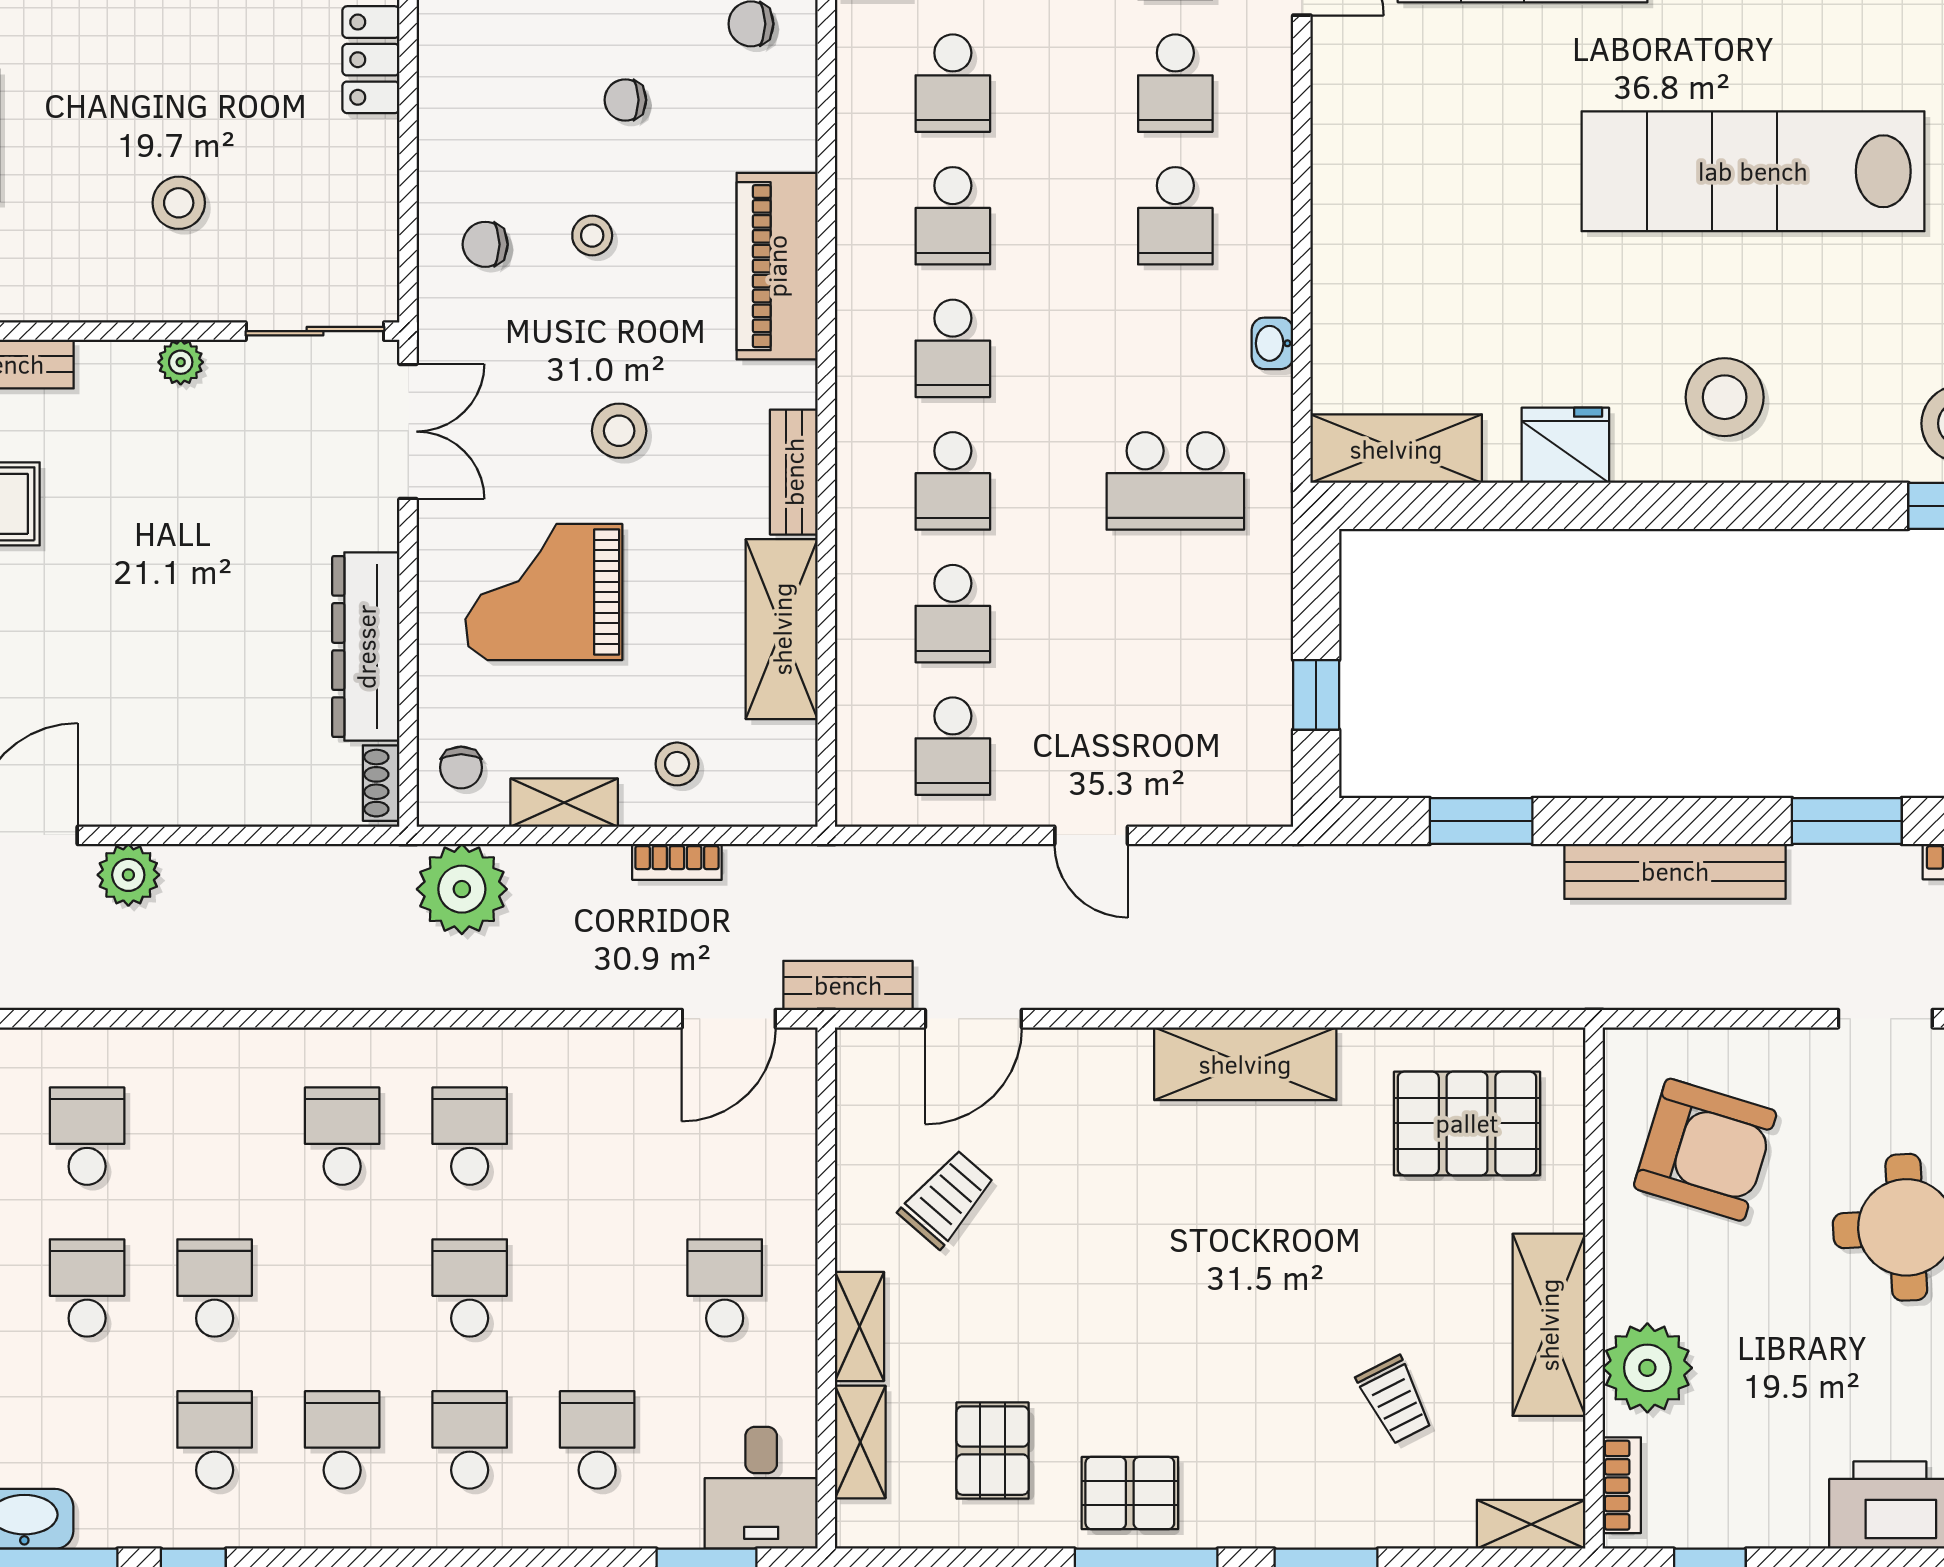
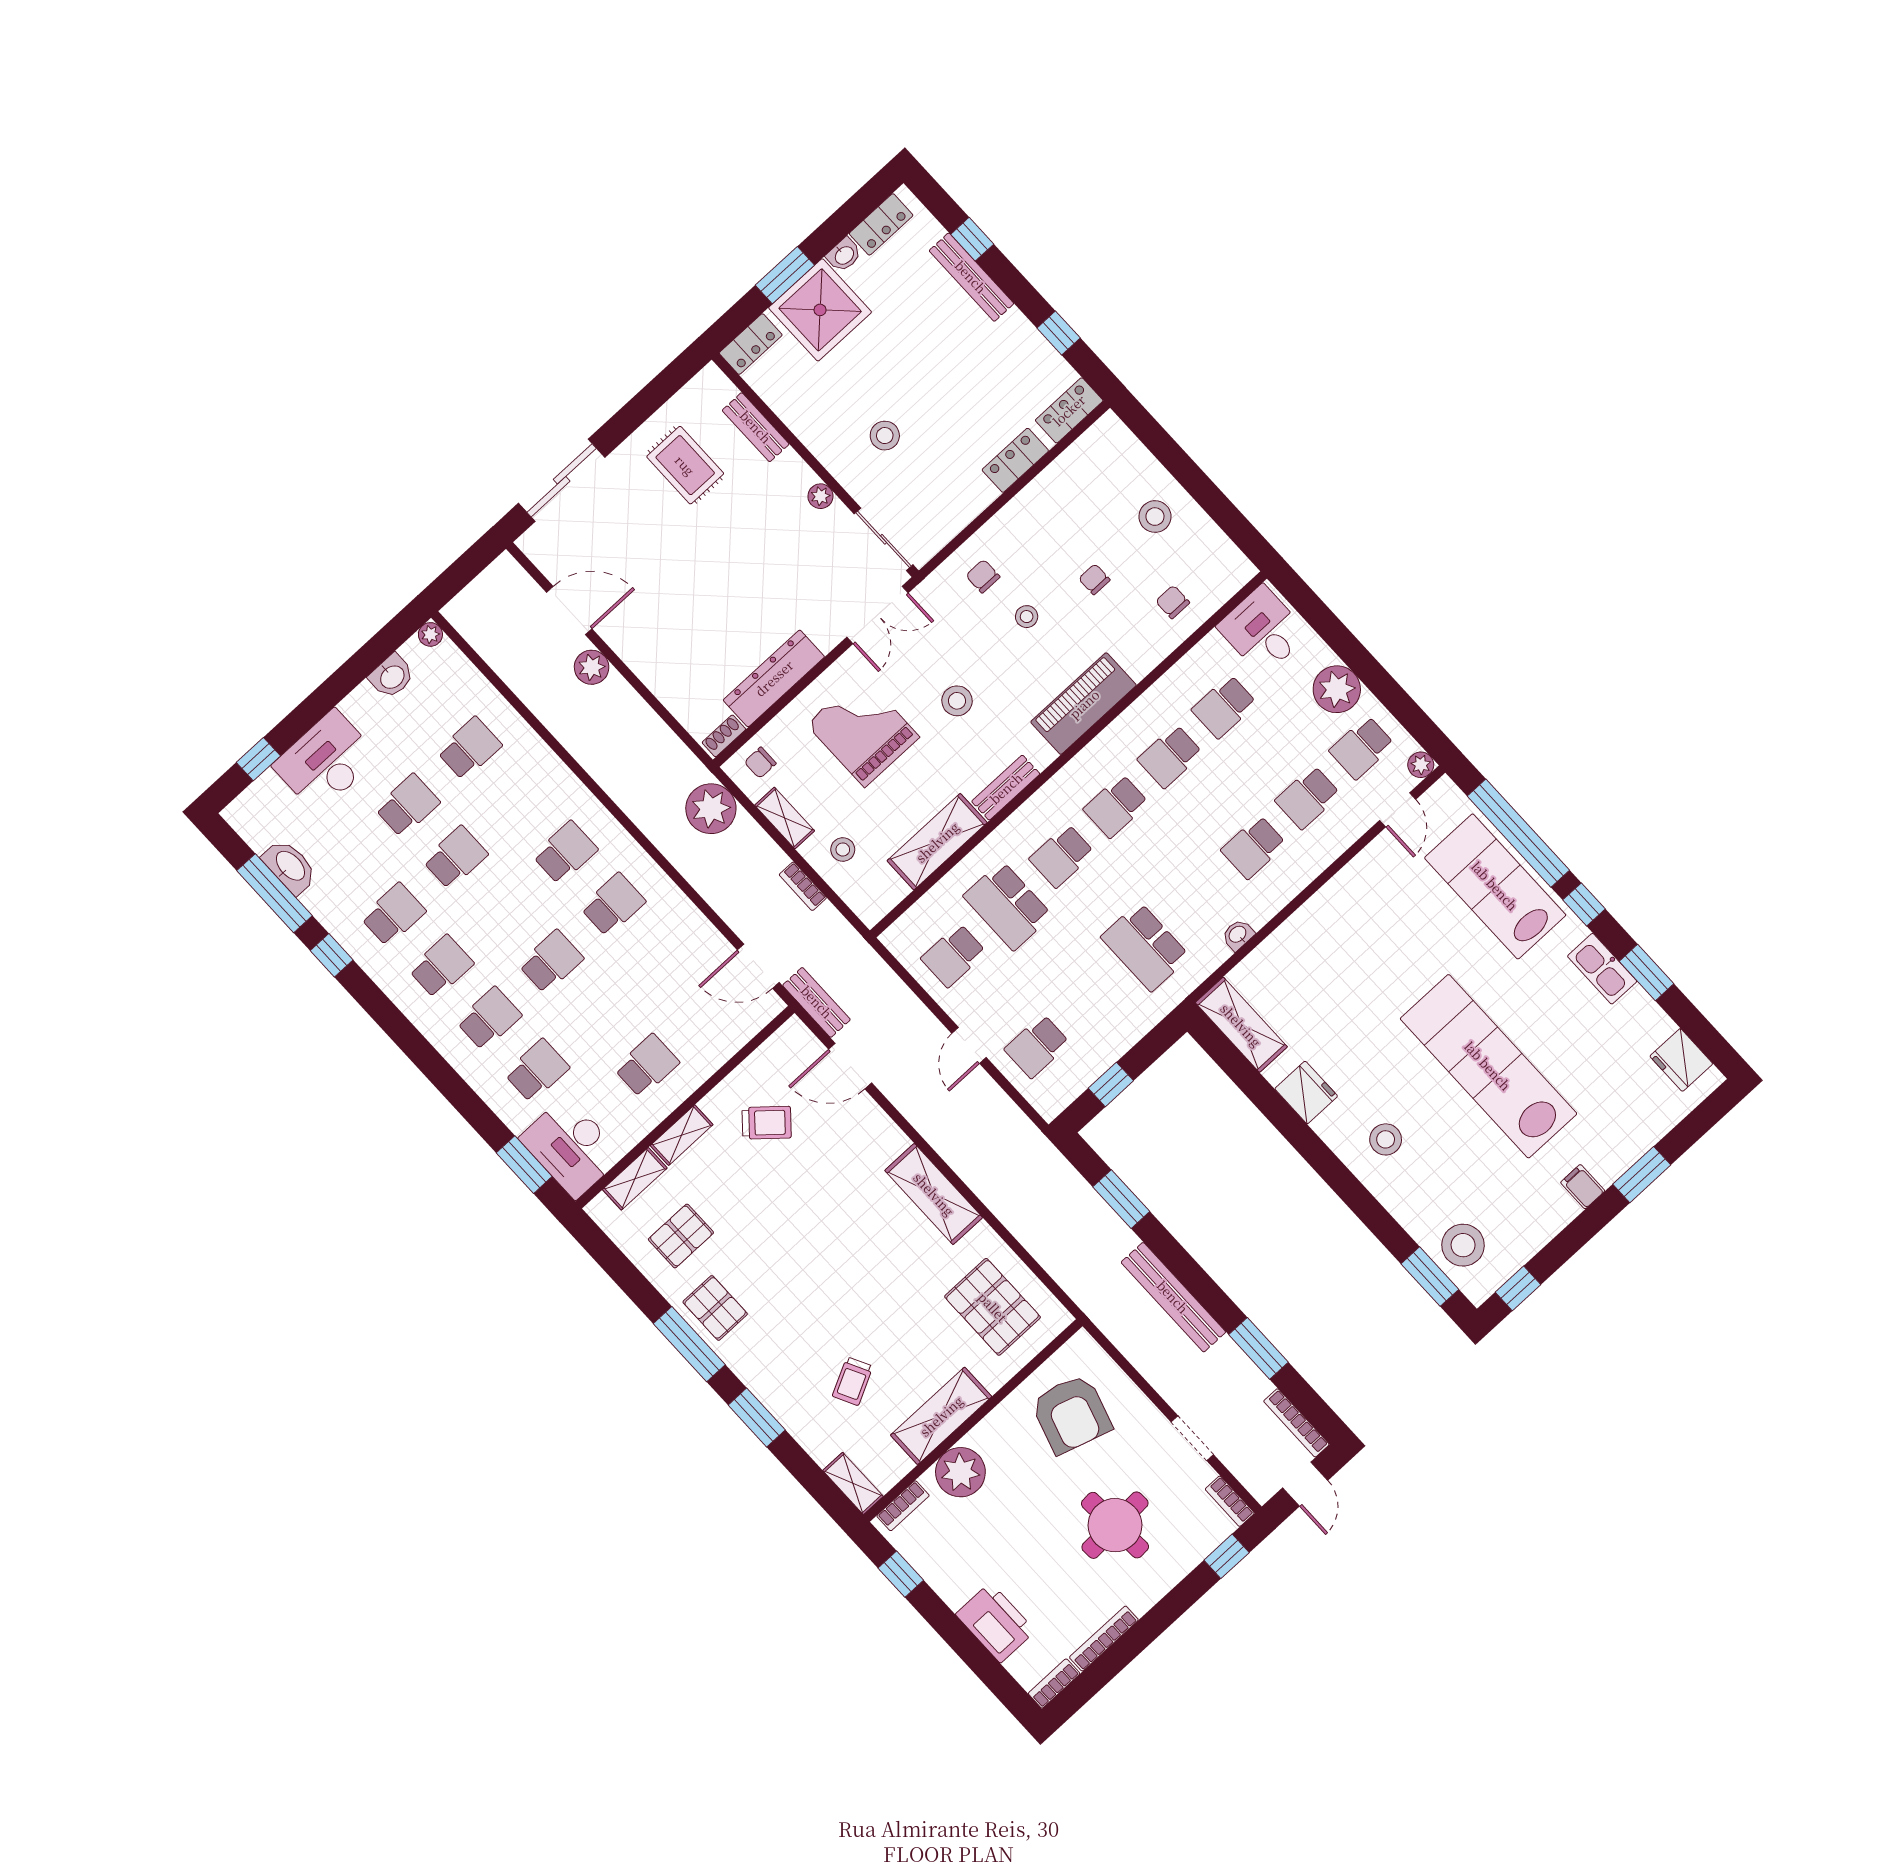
stool: (1725, 397) -> (1386, 1139), width x0.73, depth x0.73
school desk: (953, 614) -> (1008, 906), width x1.85
school desk: (1175, 746) -> (1037, 1046), added
desk: (761, 1488) -> (571, 1147), width x1.37

